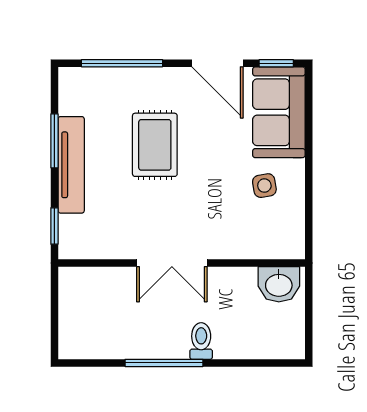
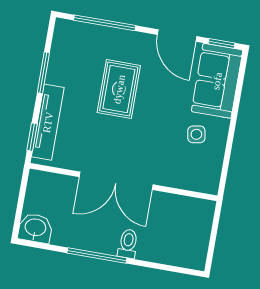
tv unit: (71, 165) -> (48, 122), moved
double door: (172, 263) -> (116, 181), width x1.37
washbasin: (279, 284) -> (35, 228), moved, turned 180

